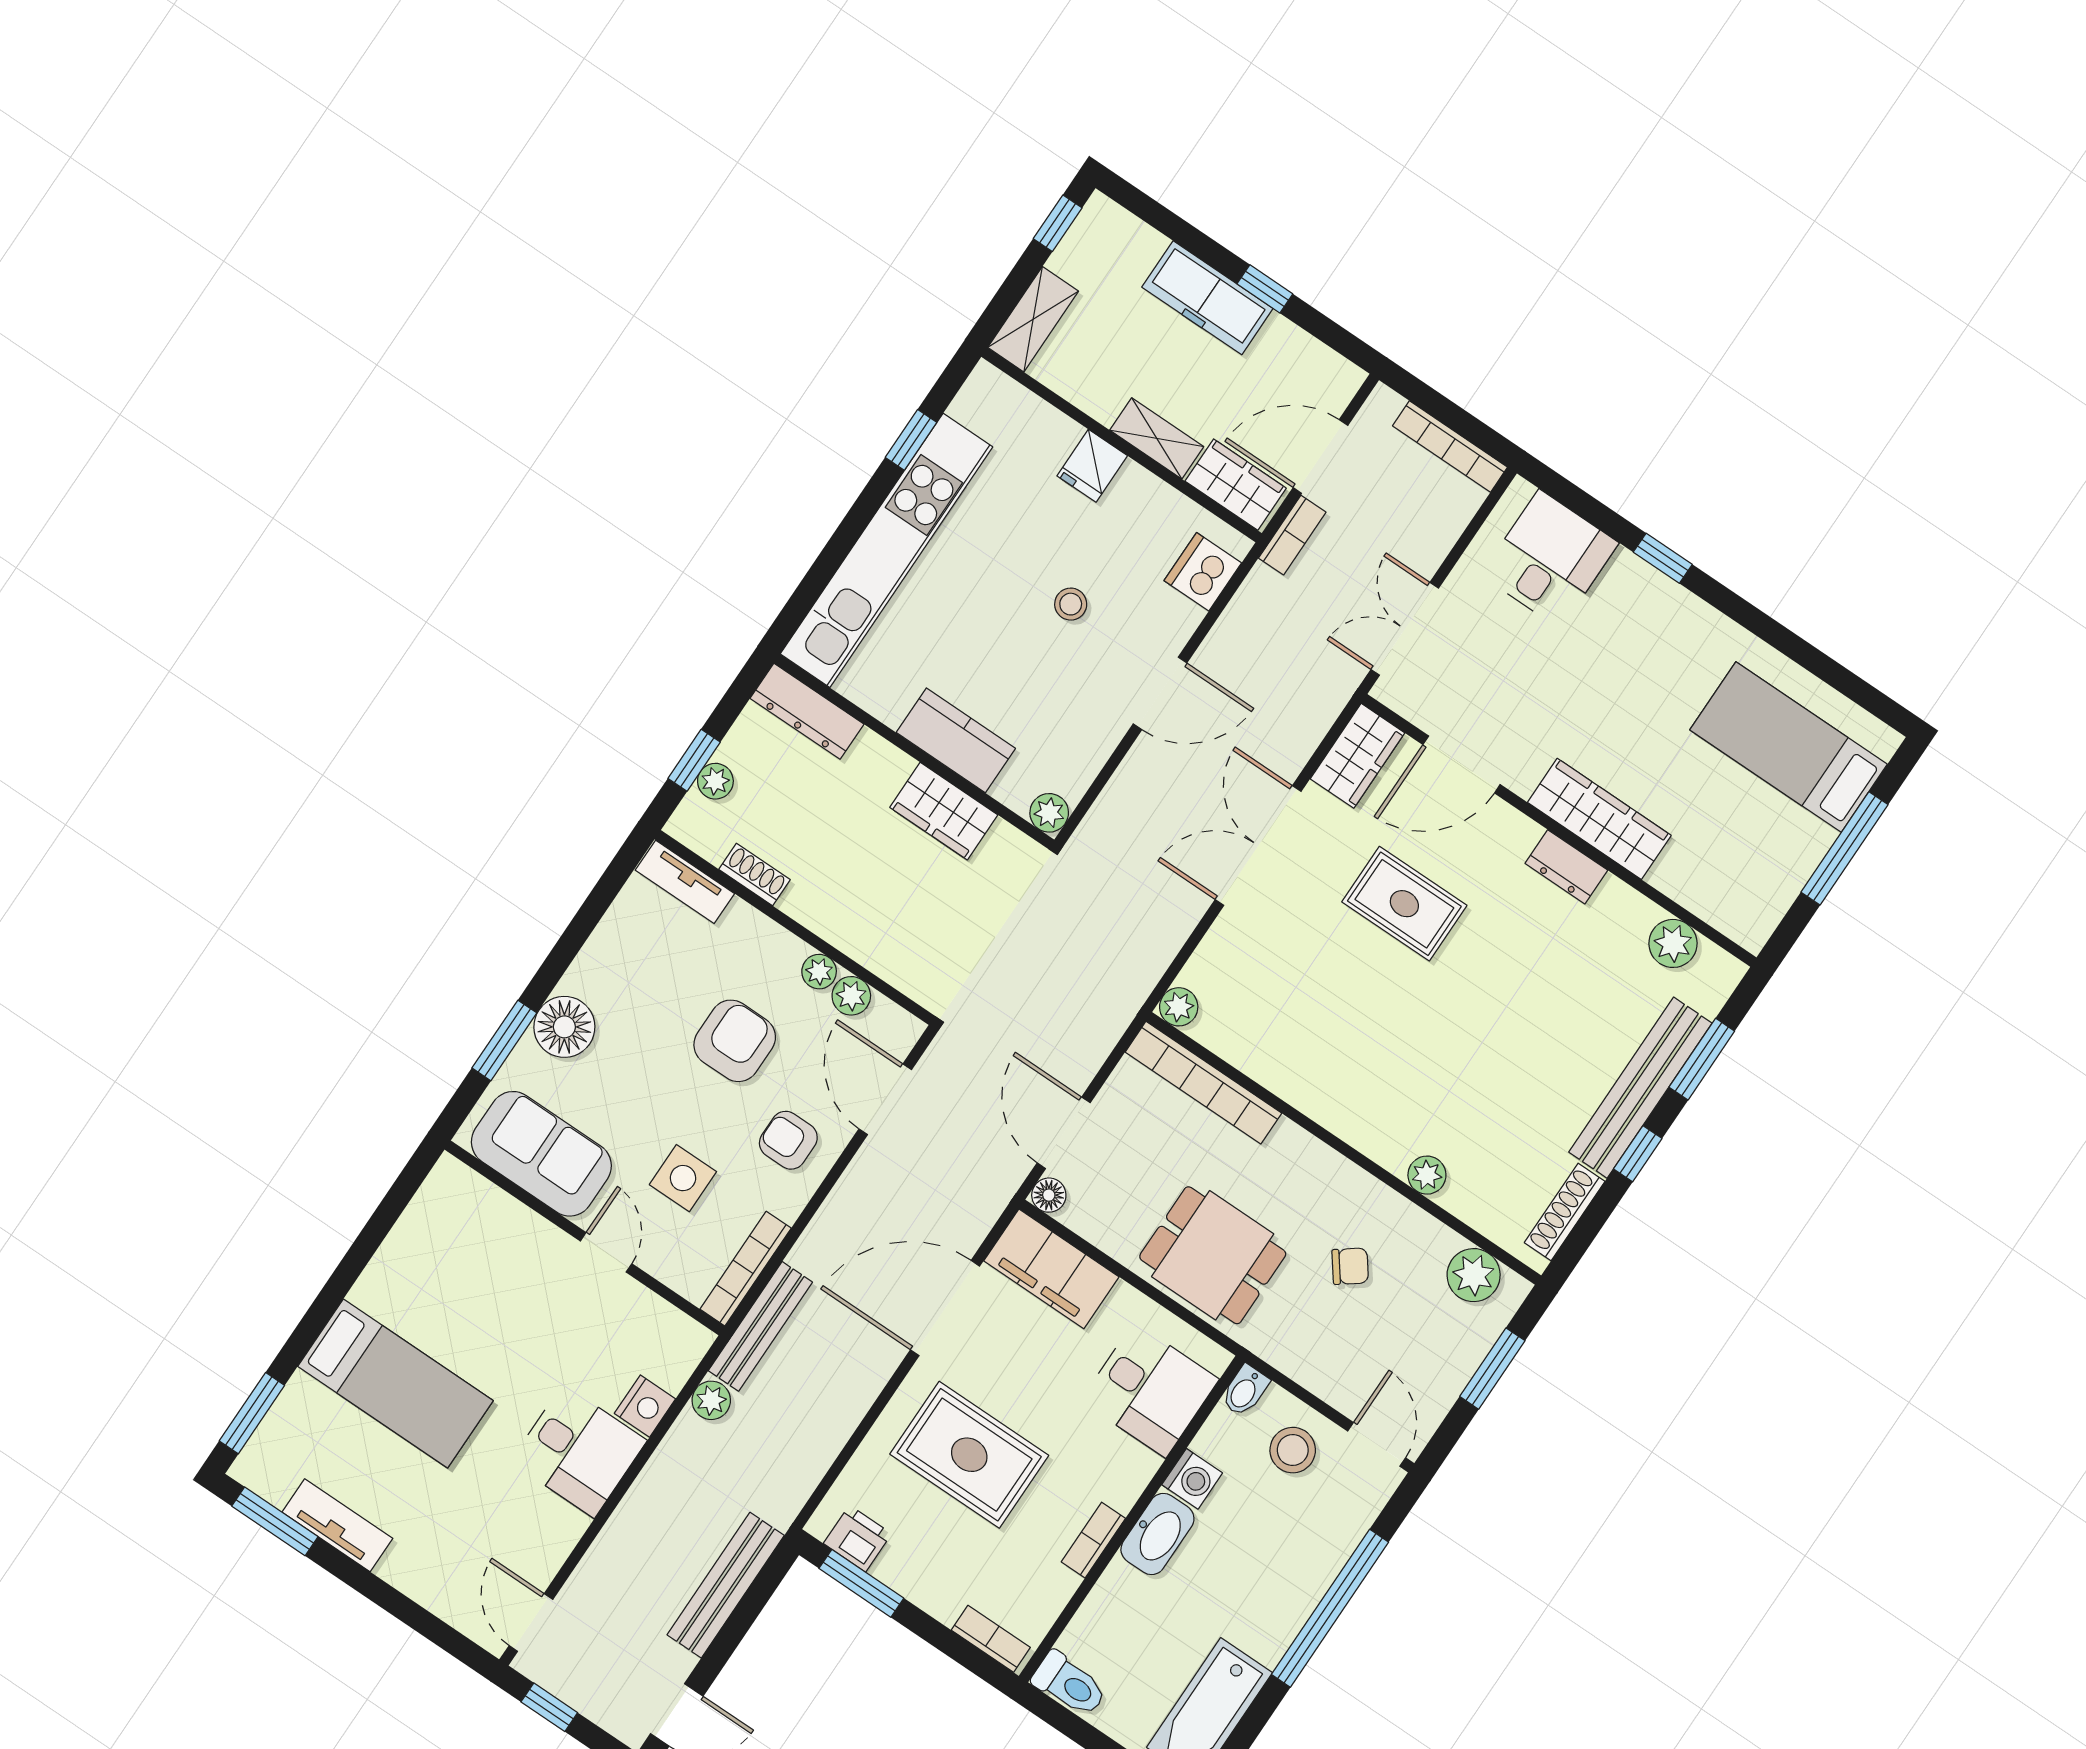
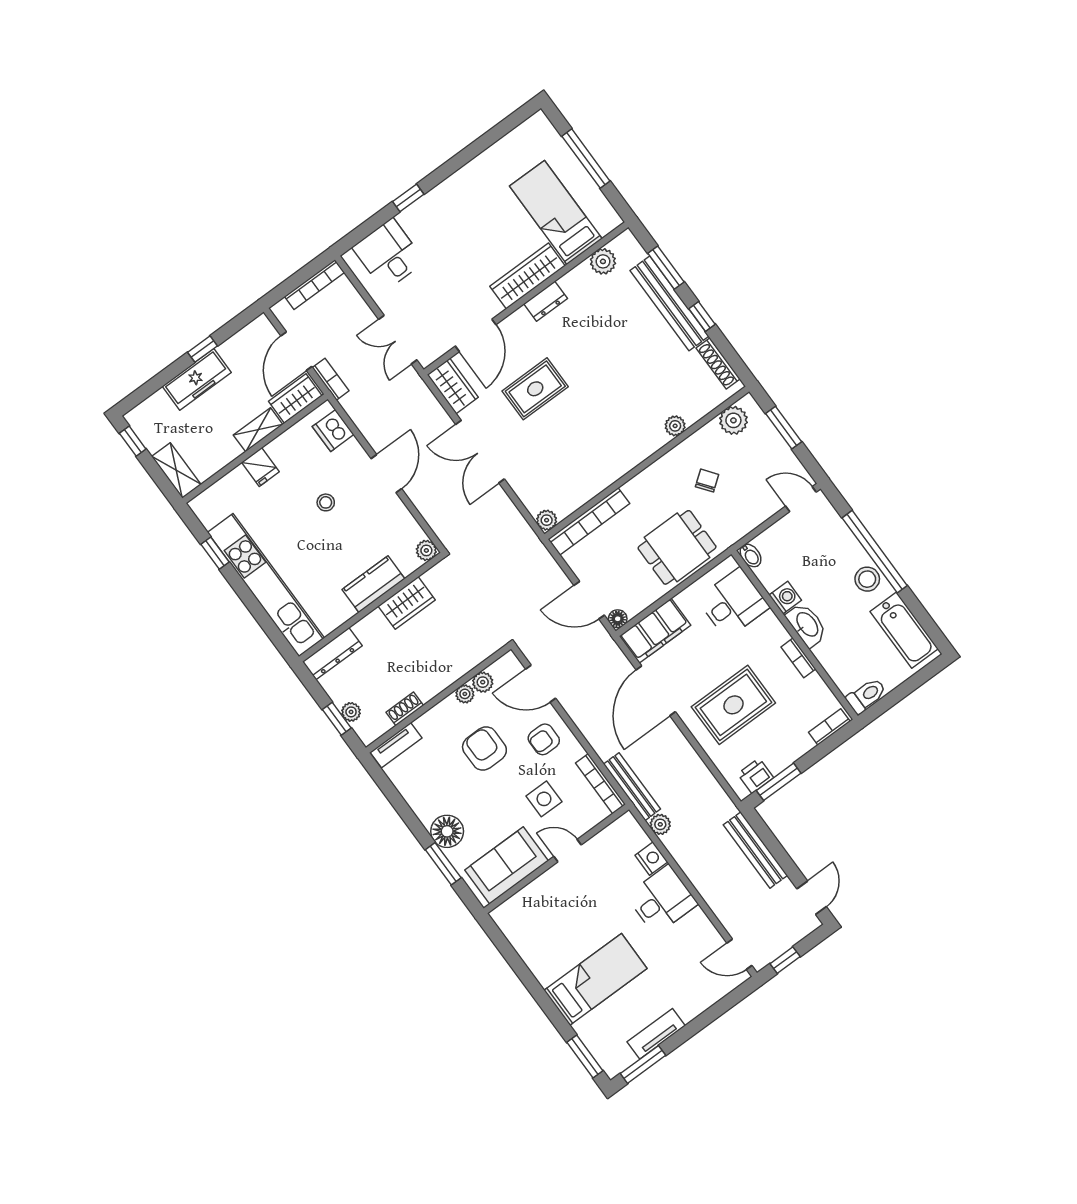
bed: (1789, 747) -> (556, 212), moved, turned 90
stool: (1293, 1450) -> (867, 579), moved

